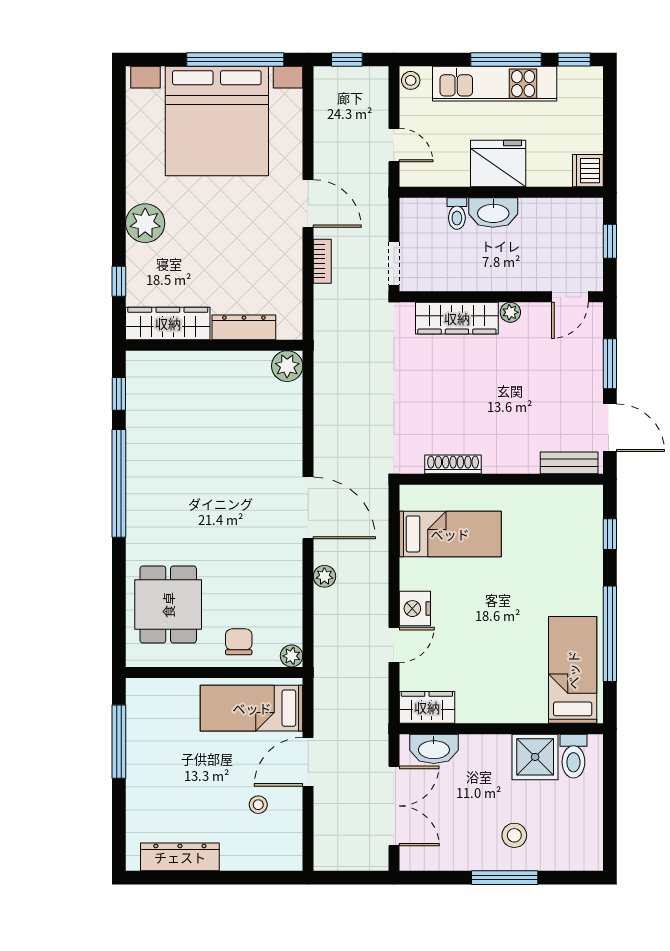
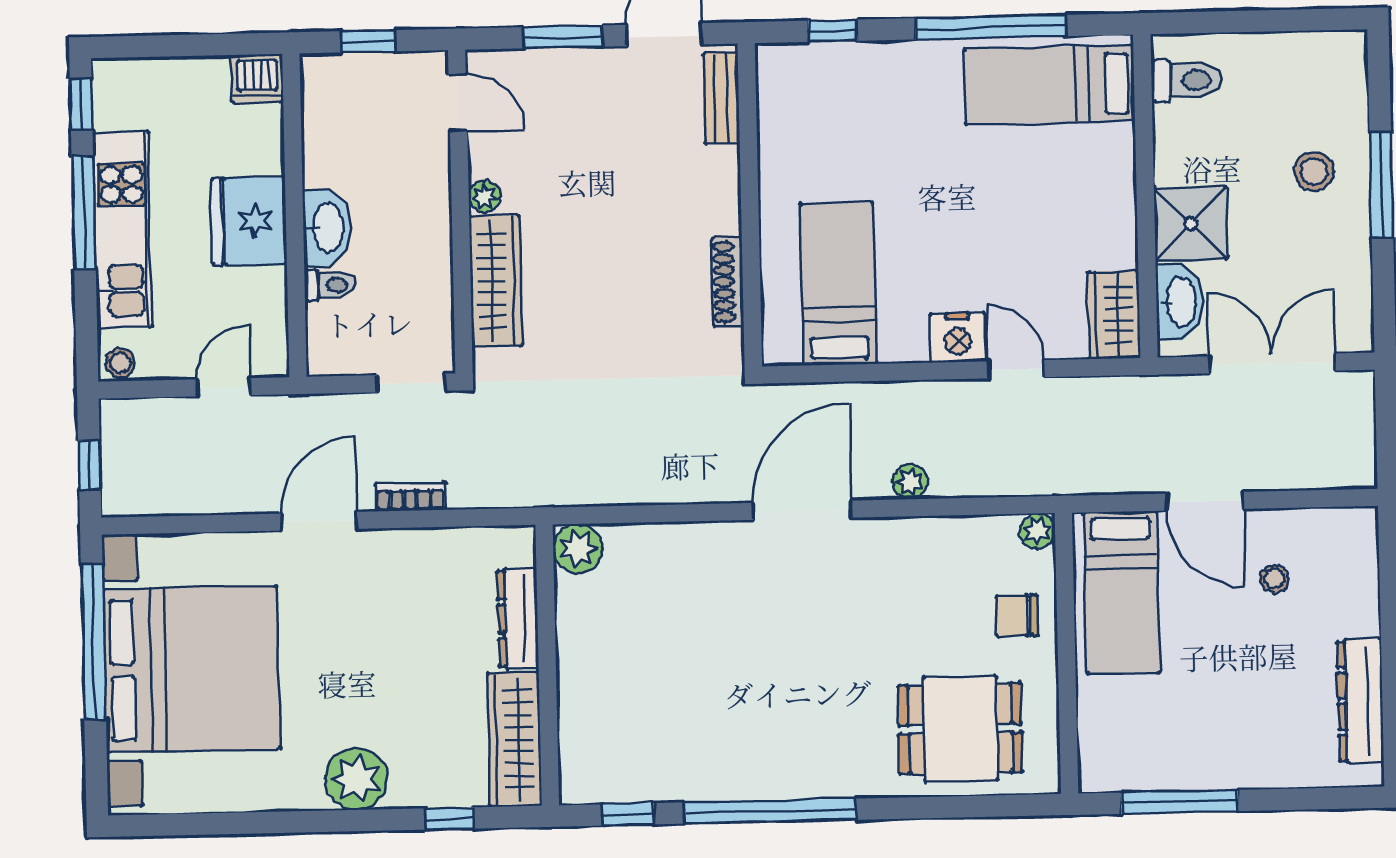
shower: (535, 757) -> (1191, 224), moved

